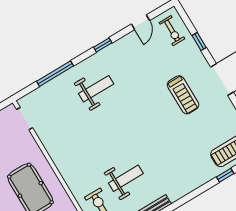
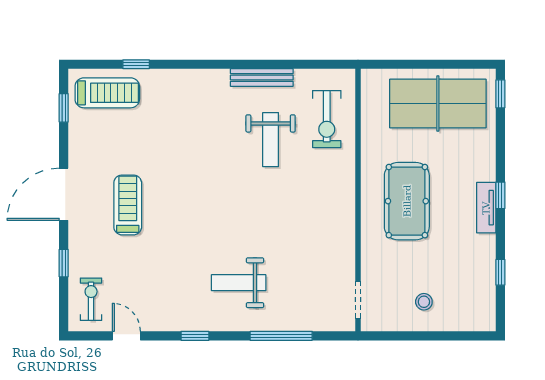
door: (140, 22) -> (126, 336), hinge flipped
weight bench: (126, 178) -> (271, 140), turned -90

